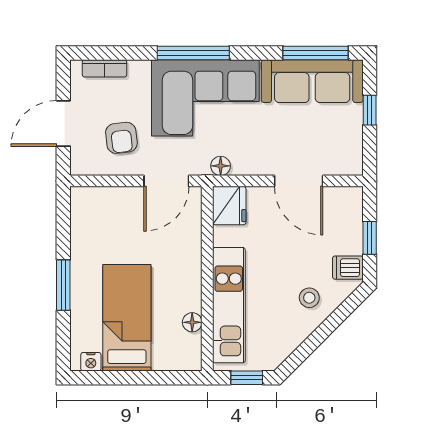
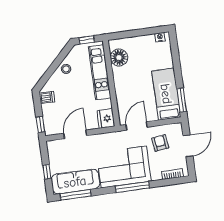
floor lamp: (221, 166) -> (112, 136), removed
door: (299, 181) -> (75, 134), hinge flipped
window: (370, 238) -> (40, 124), moved
window: (63, 285) -> (182, 100), moved
stool: (309, 298) -> (66, 69), moved
bed: (127, 318) -> (166, 94), moved, turned 180
floor lamp: (192, 322) -> (119, 58), width x1.89, depth x1.89

